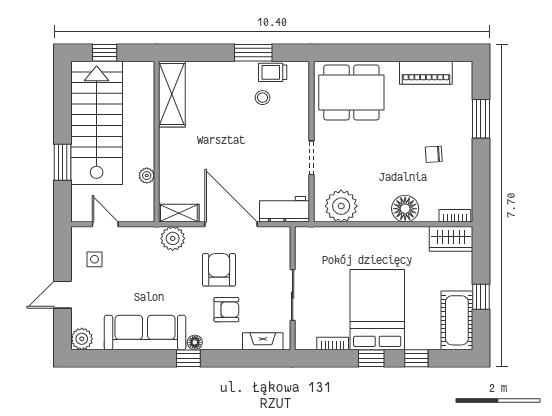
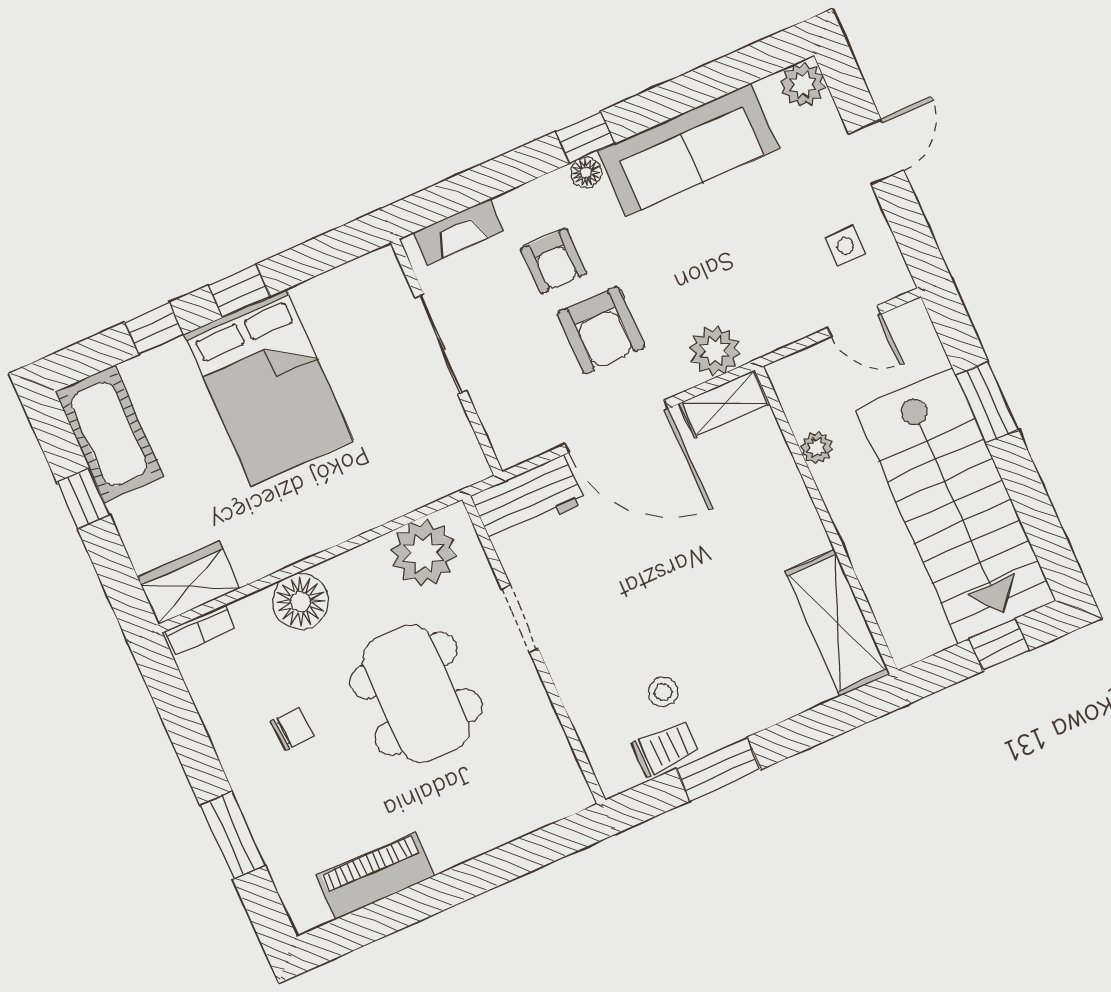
dining table: (351, 92) -> (416, 694), moved, turned 90
armchair: (226, 310) -> (554, 261), turned -90
bookcase: (333, 343) -> (325, 286), removed

